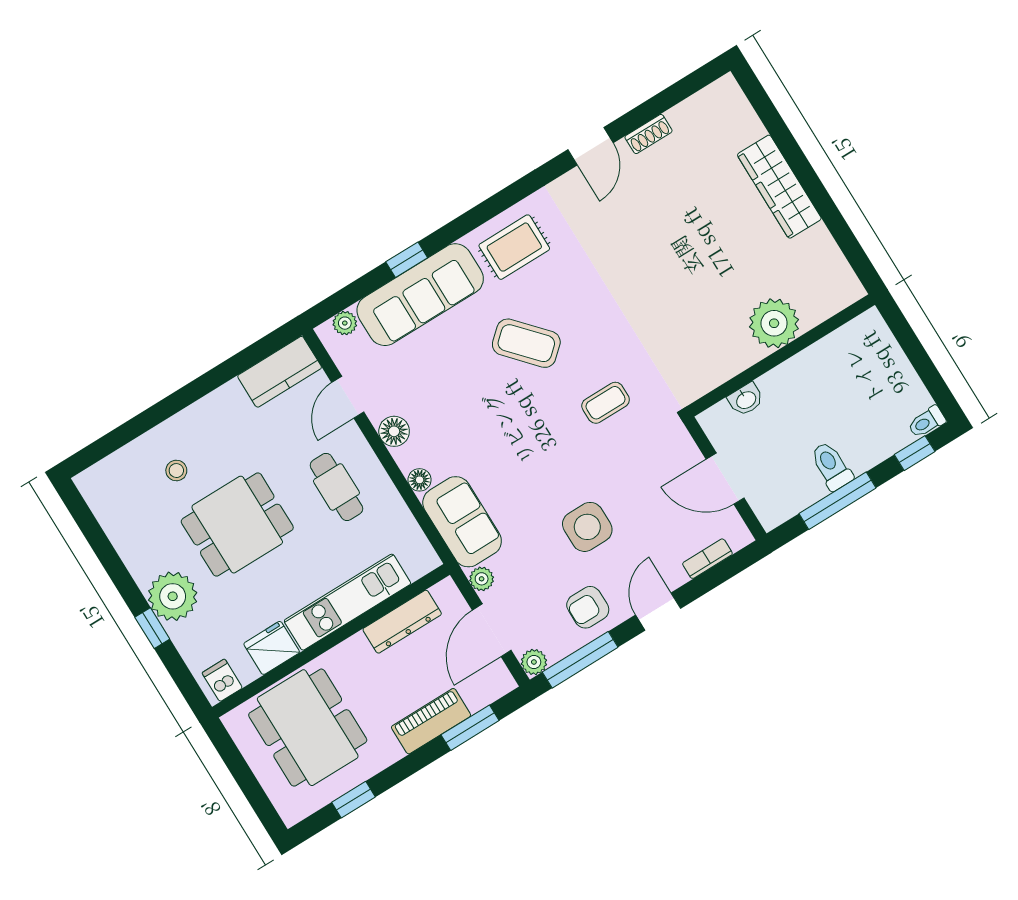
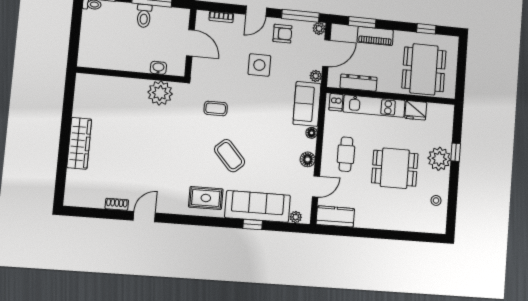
plant: (774, 323) -> (160, 93), moved
stool: (176, 471) -> (436, 200), moved
dishwasher: (222, 680) -> (336, 102), moved

